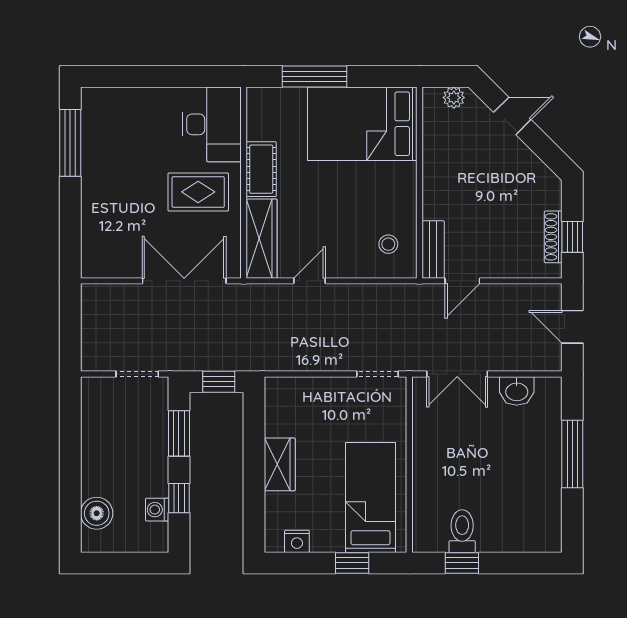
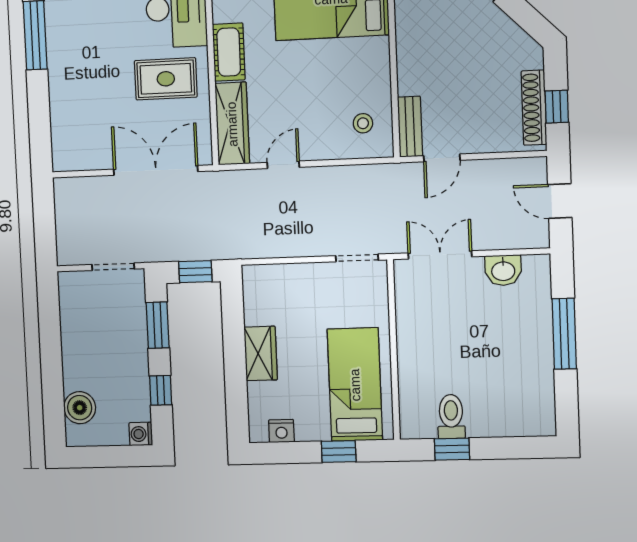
shoe rack: (553, 237) -> (534, 108), width x1.36, depth x1.24
double door: (457, 374) -> (440, 255), swing flipped
washing machine: (157, 510) -> (141, 434), moved

